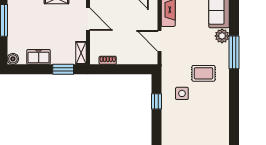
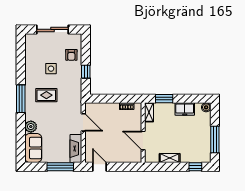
window: (234, 52) -> (21, 99), moved
side table: (182, 93) -> (51, 69), moved
armchair: (174, 121) -> (71, 55), added

